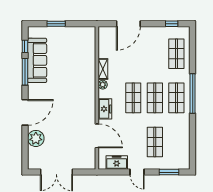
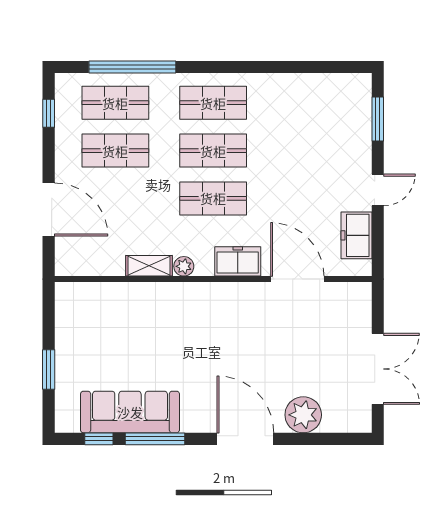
window: (193, 93) -> (132, 67), moved
door: (97, 136) -> (297, 279), hinge flipped
shop shelf: (155, 142) -> (115, 151), moved

